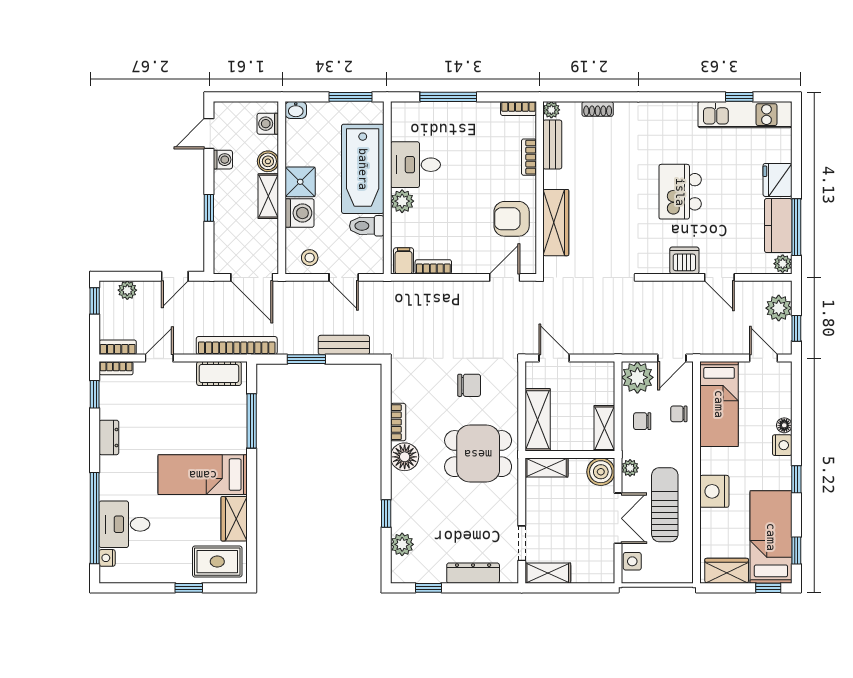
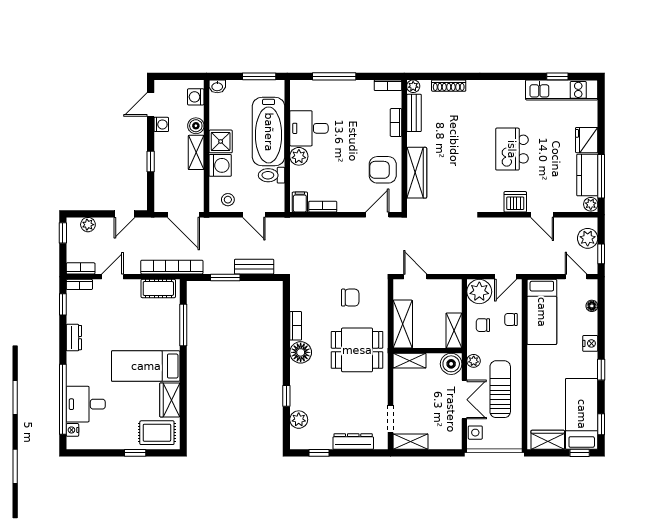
shoe rack: (598, 109) -> (449, 86), width x1.43
floor lamp: (784, 425) -> (592, 306), moved
nightstand: (714, 491) -> (538, 379), removed

